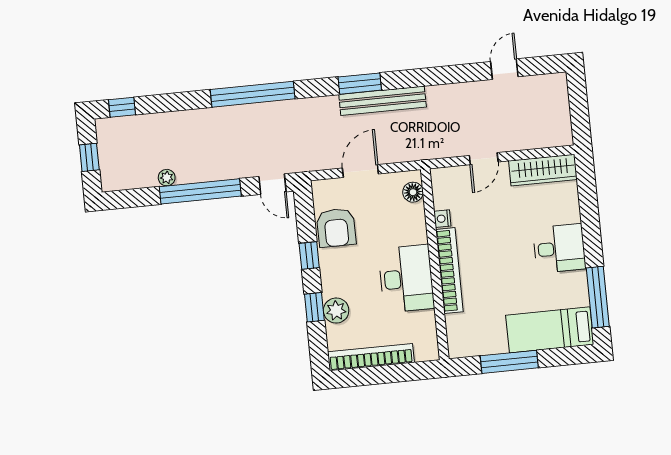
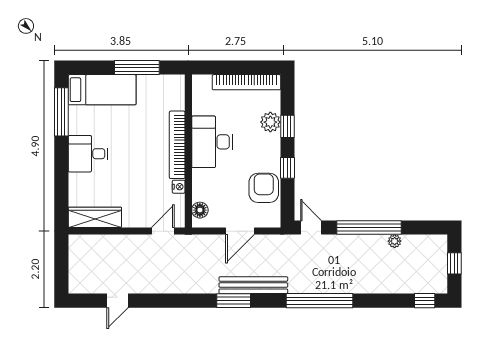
bench: (383, 101) -> (253, 285), moved
door: (484, 159) -> (163, 231), moved

